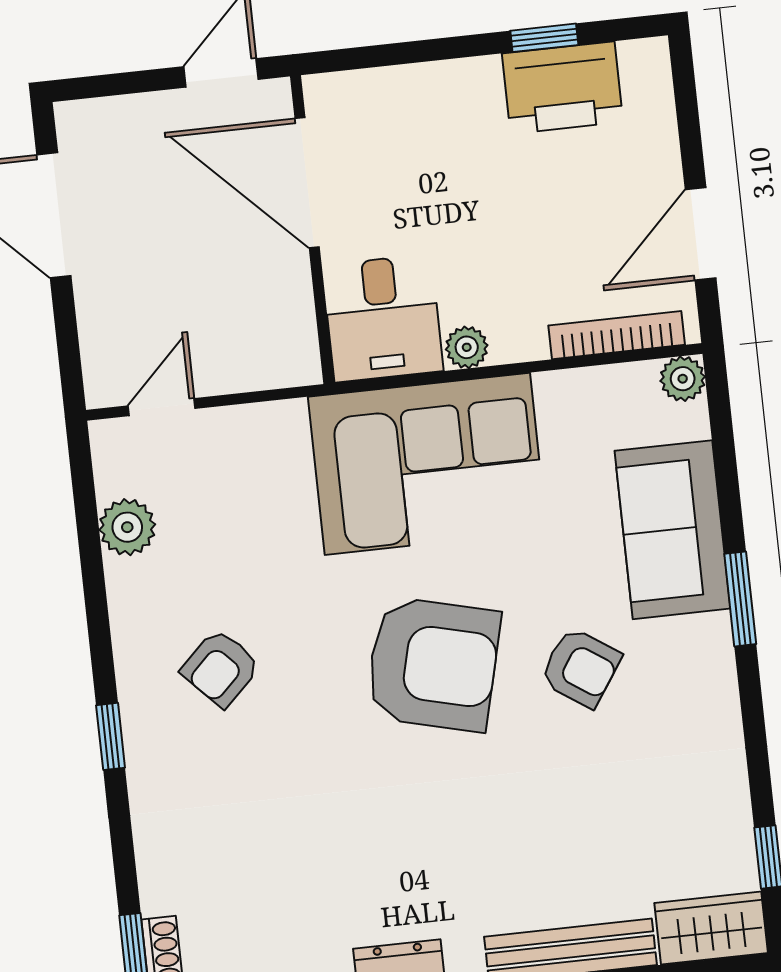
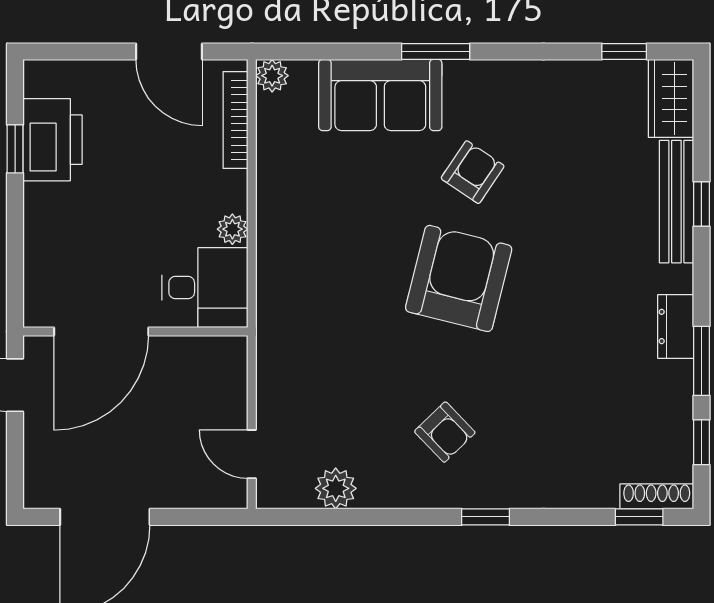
corner sofa: (427, 464) -> (314, 267), removed

